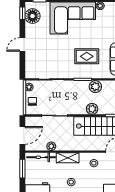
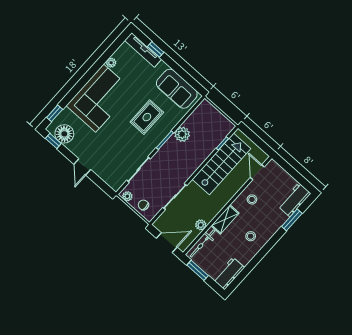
plant: (92, 109) -> (200, 156), removed
door: (22, 135) -> (167, 243), hinge flipped

